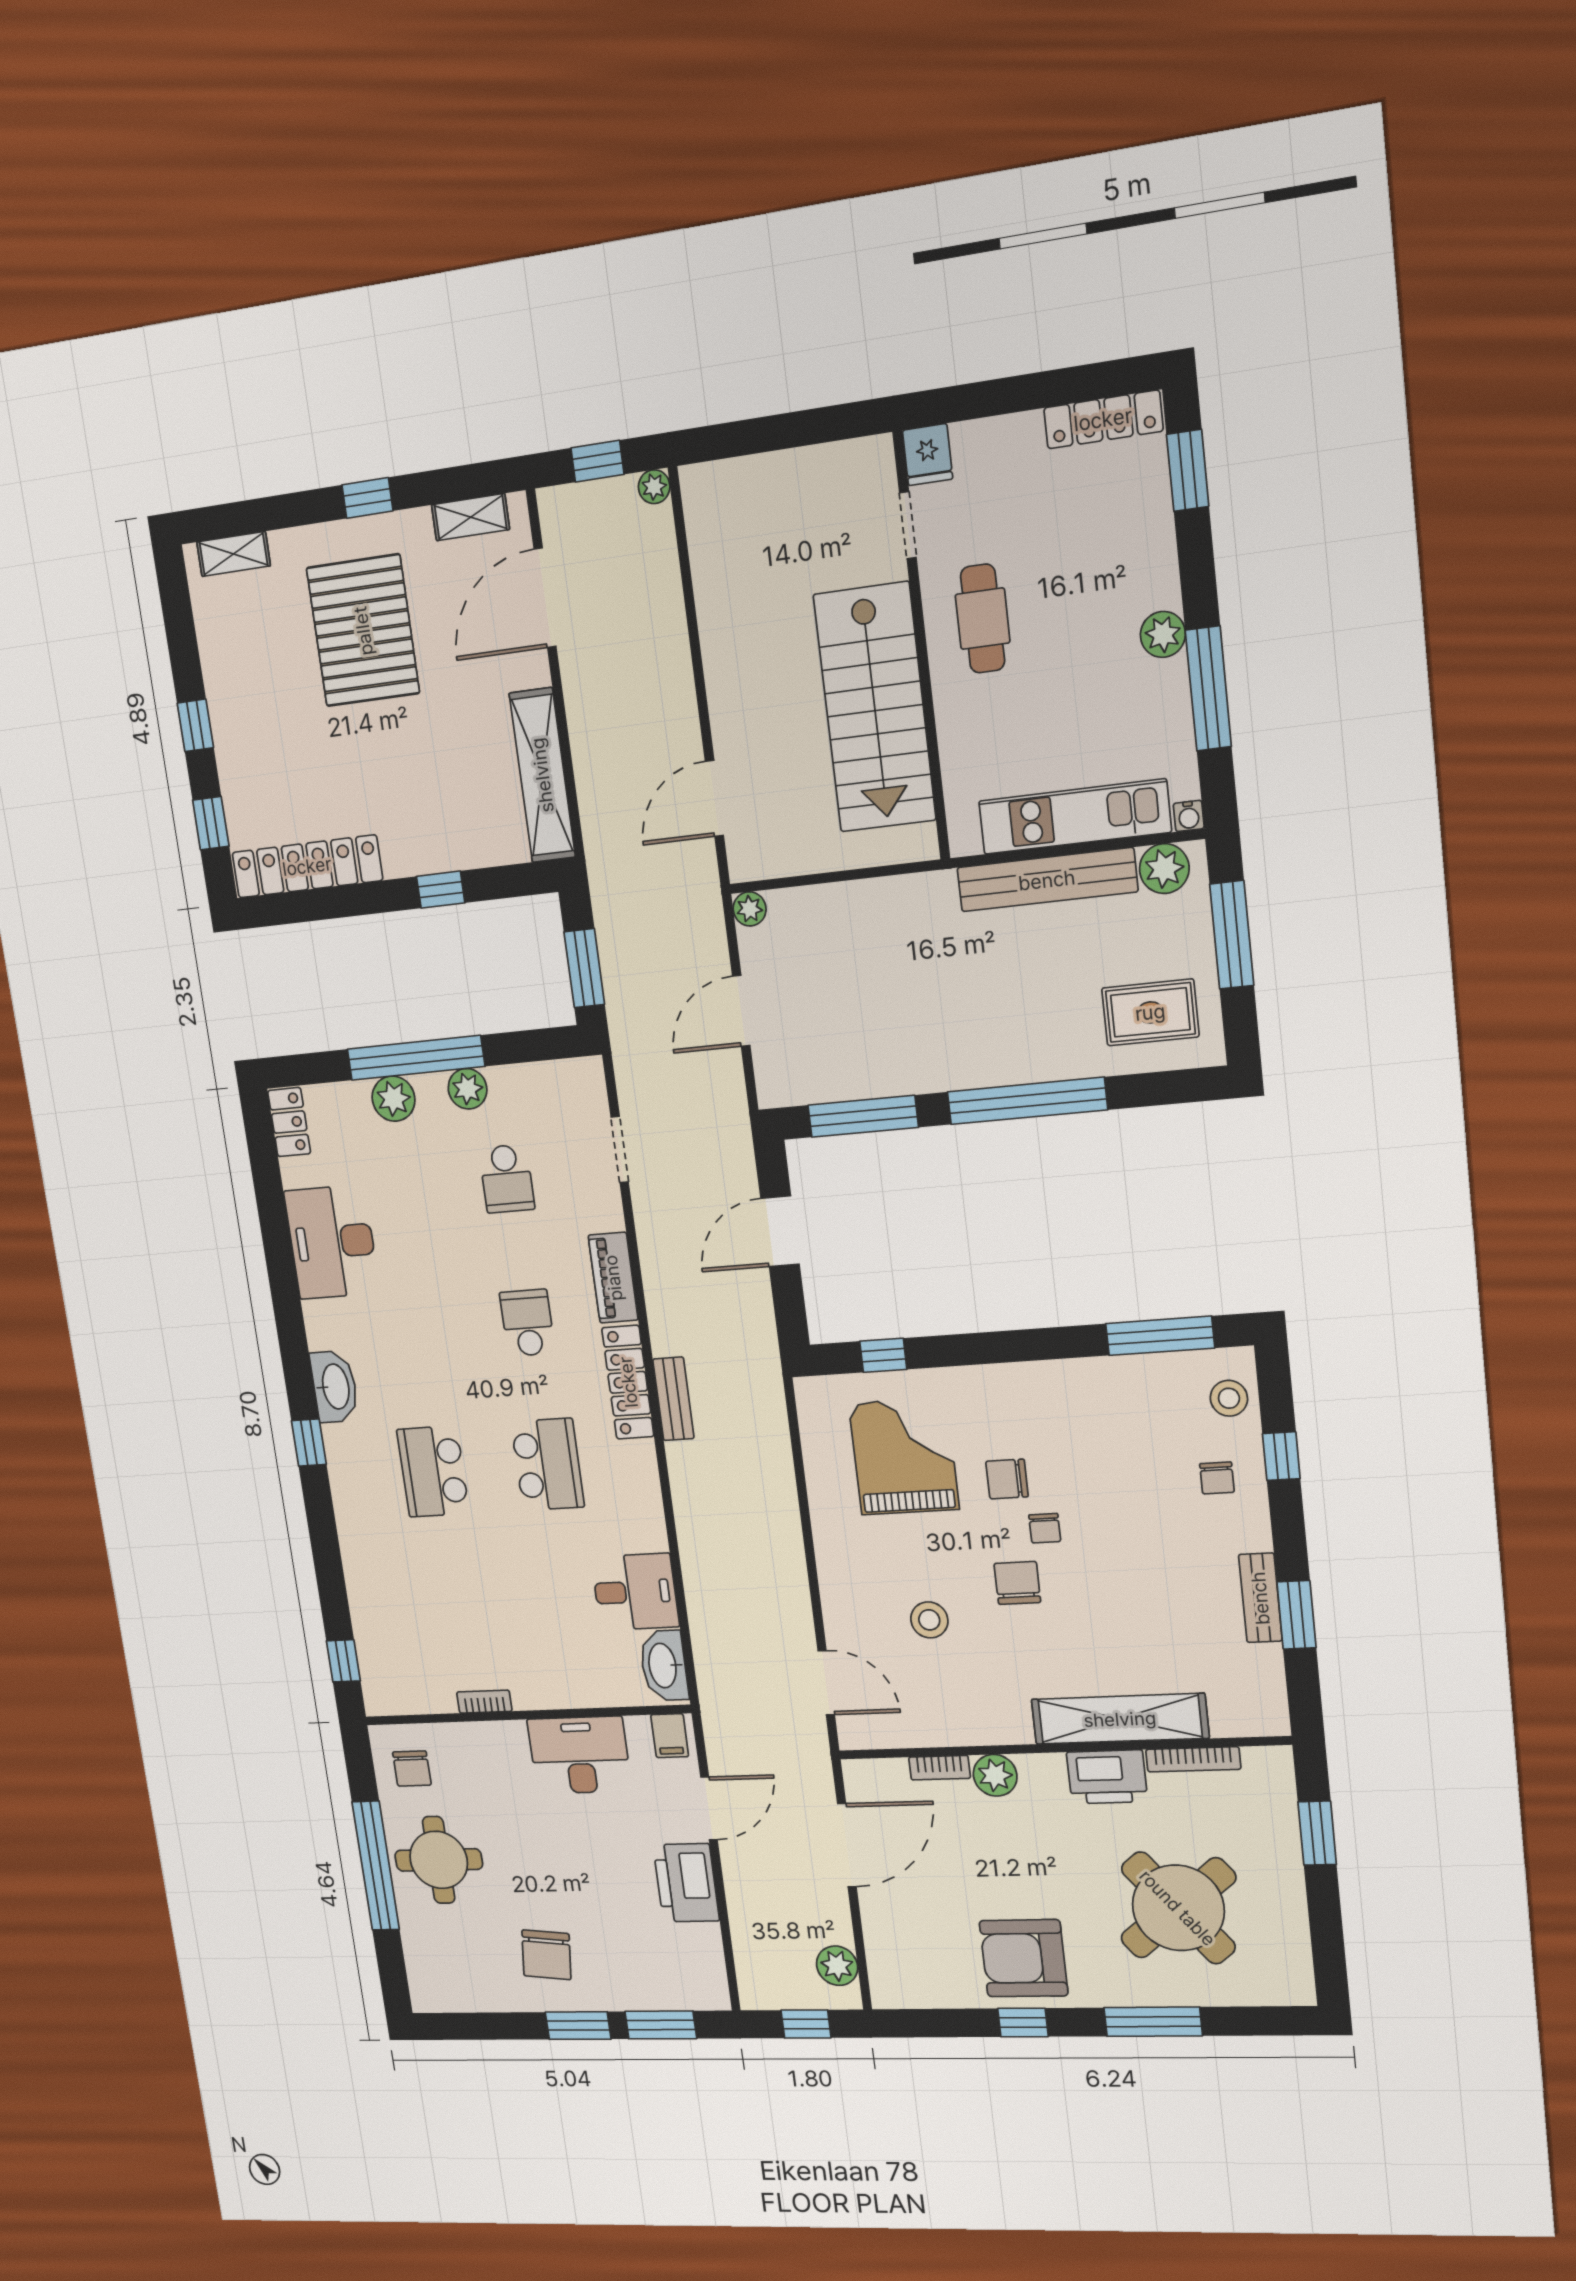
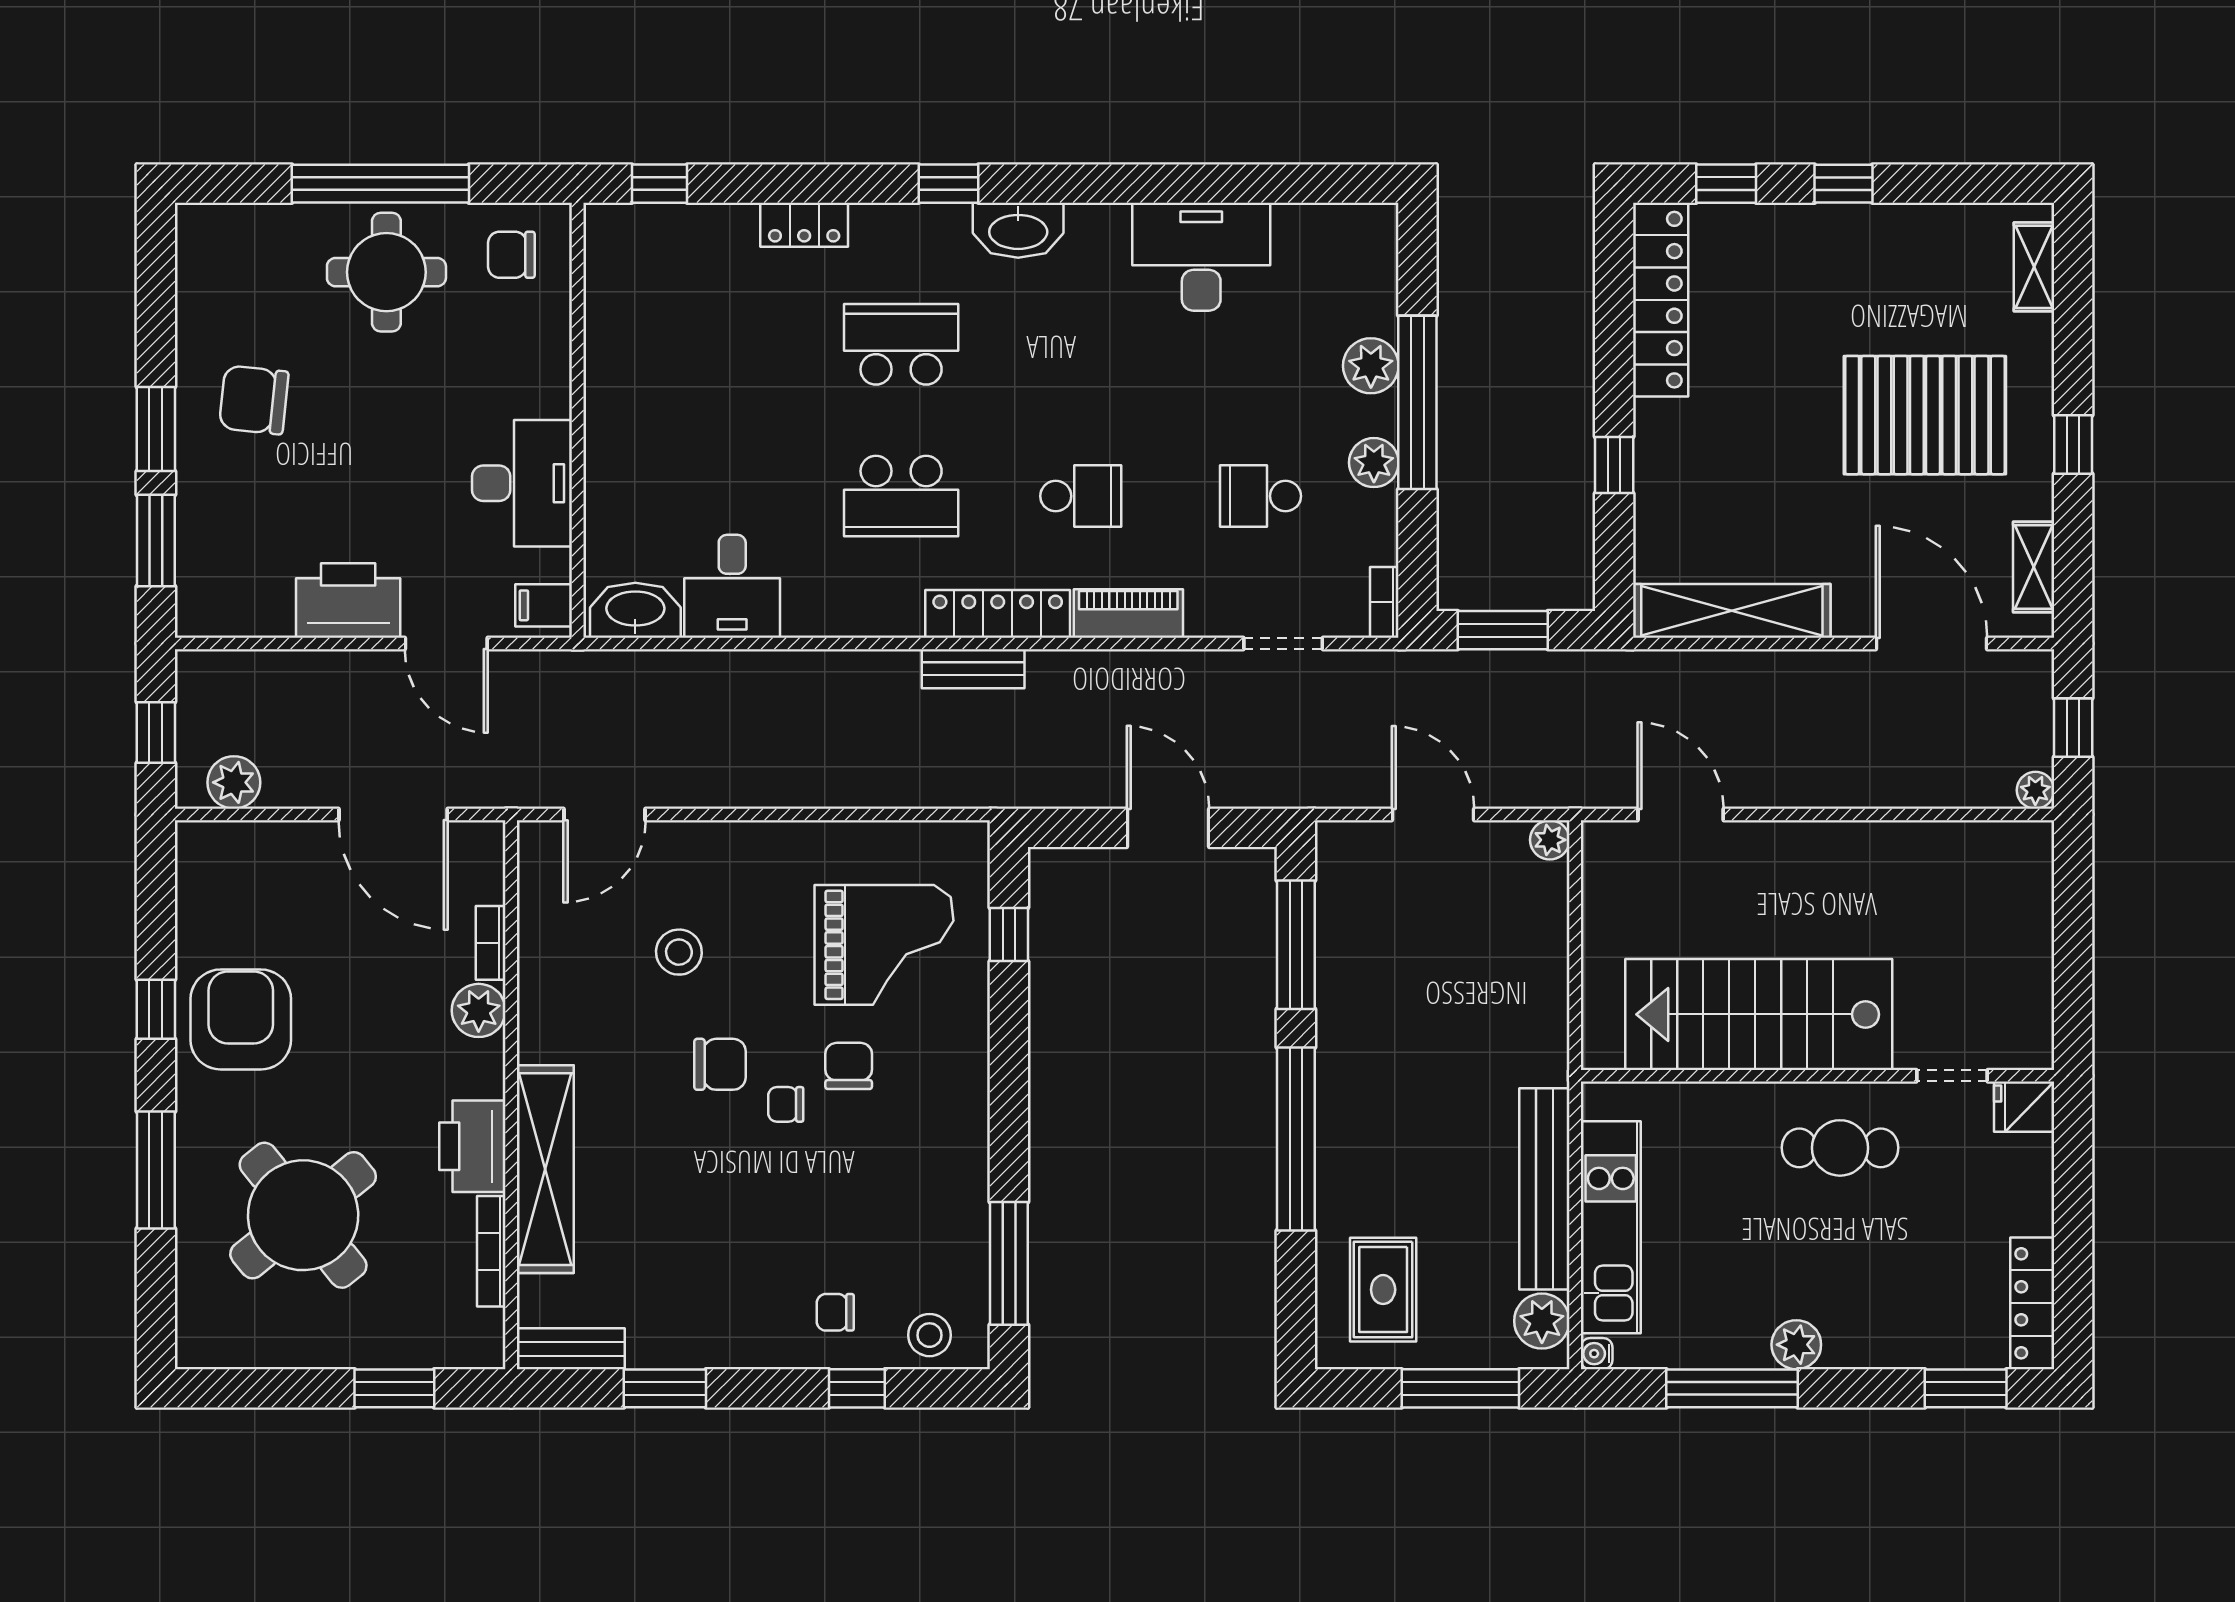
locker: (289, 1122) -> (804, 225), moved
bench: (1260, 1598) -> (571, 1349), moved
bookcase: (484, 1702) -> (1384, 602), moved, turned 180

